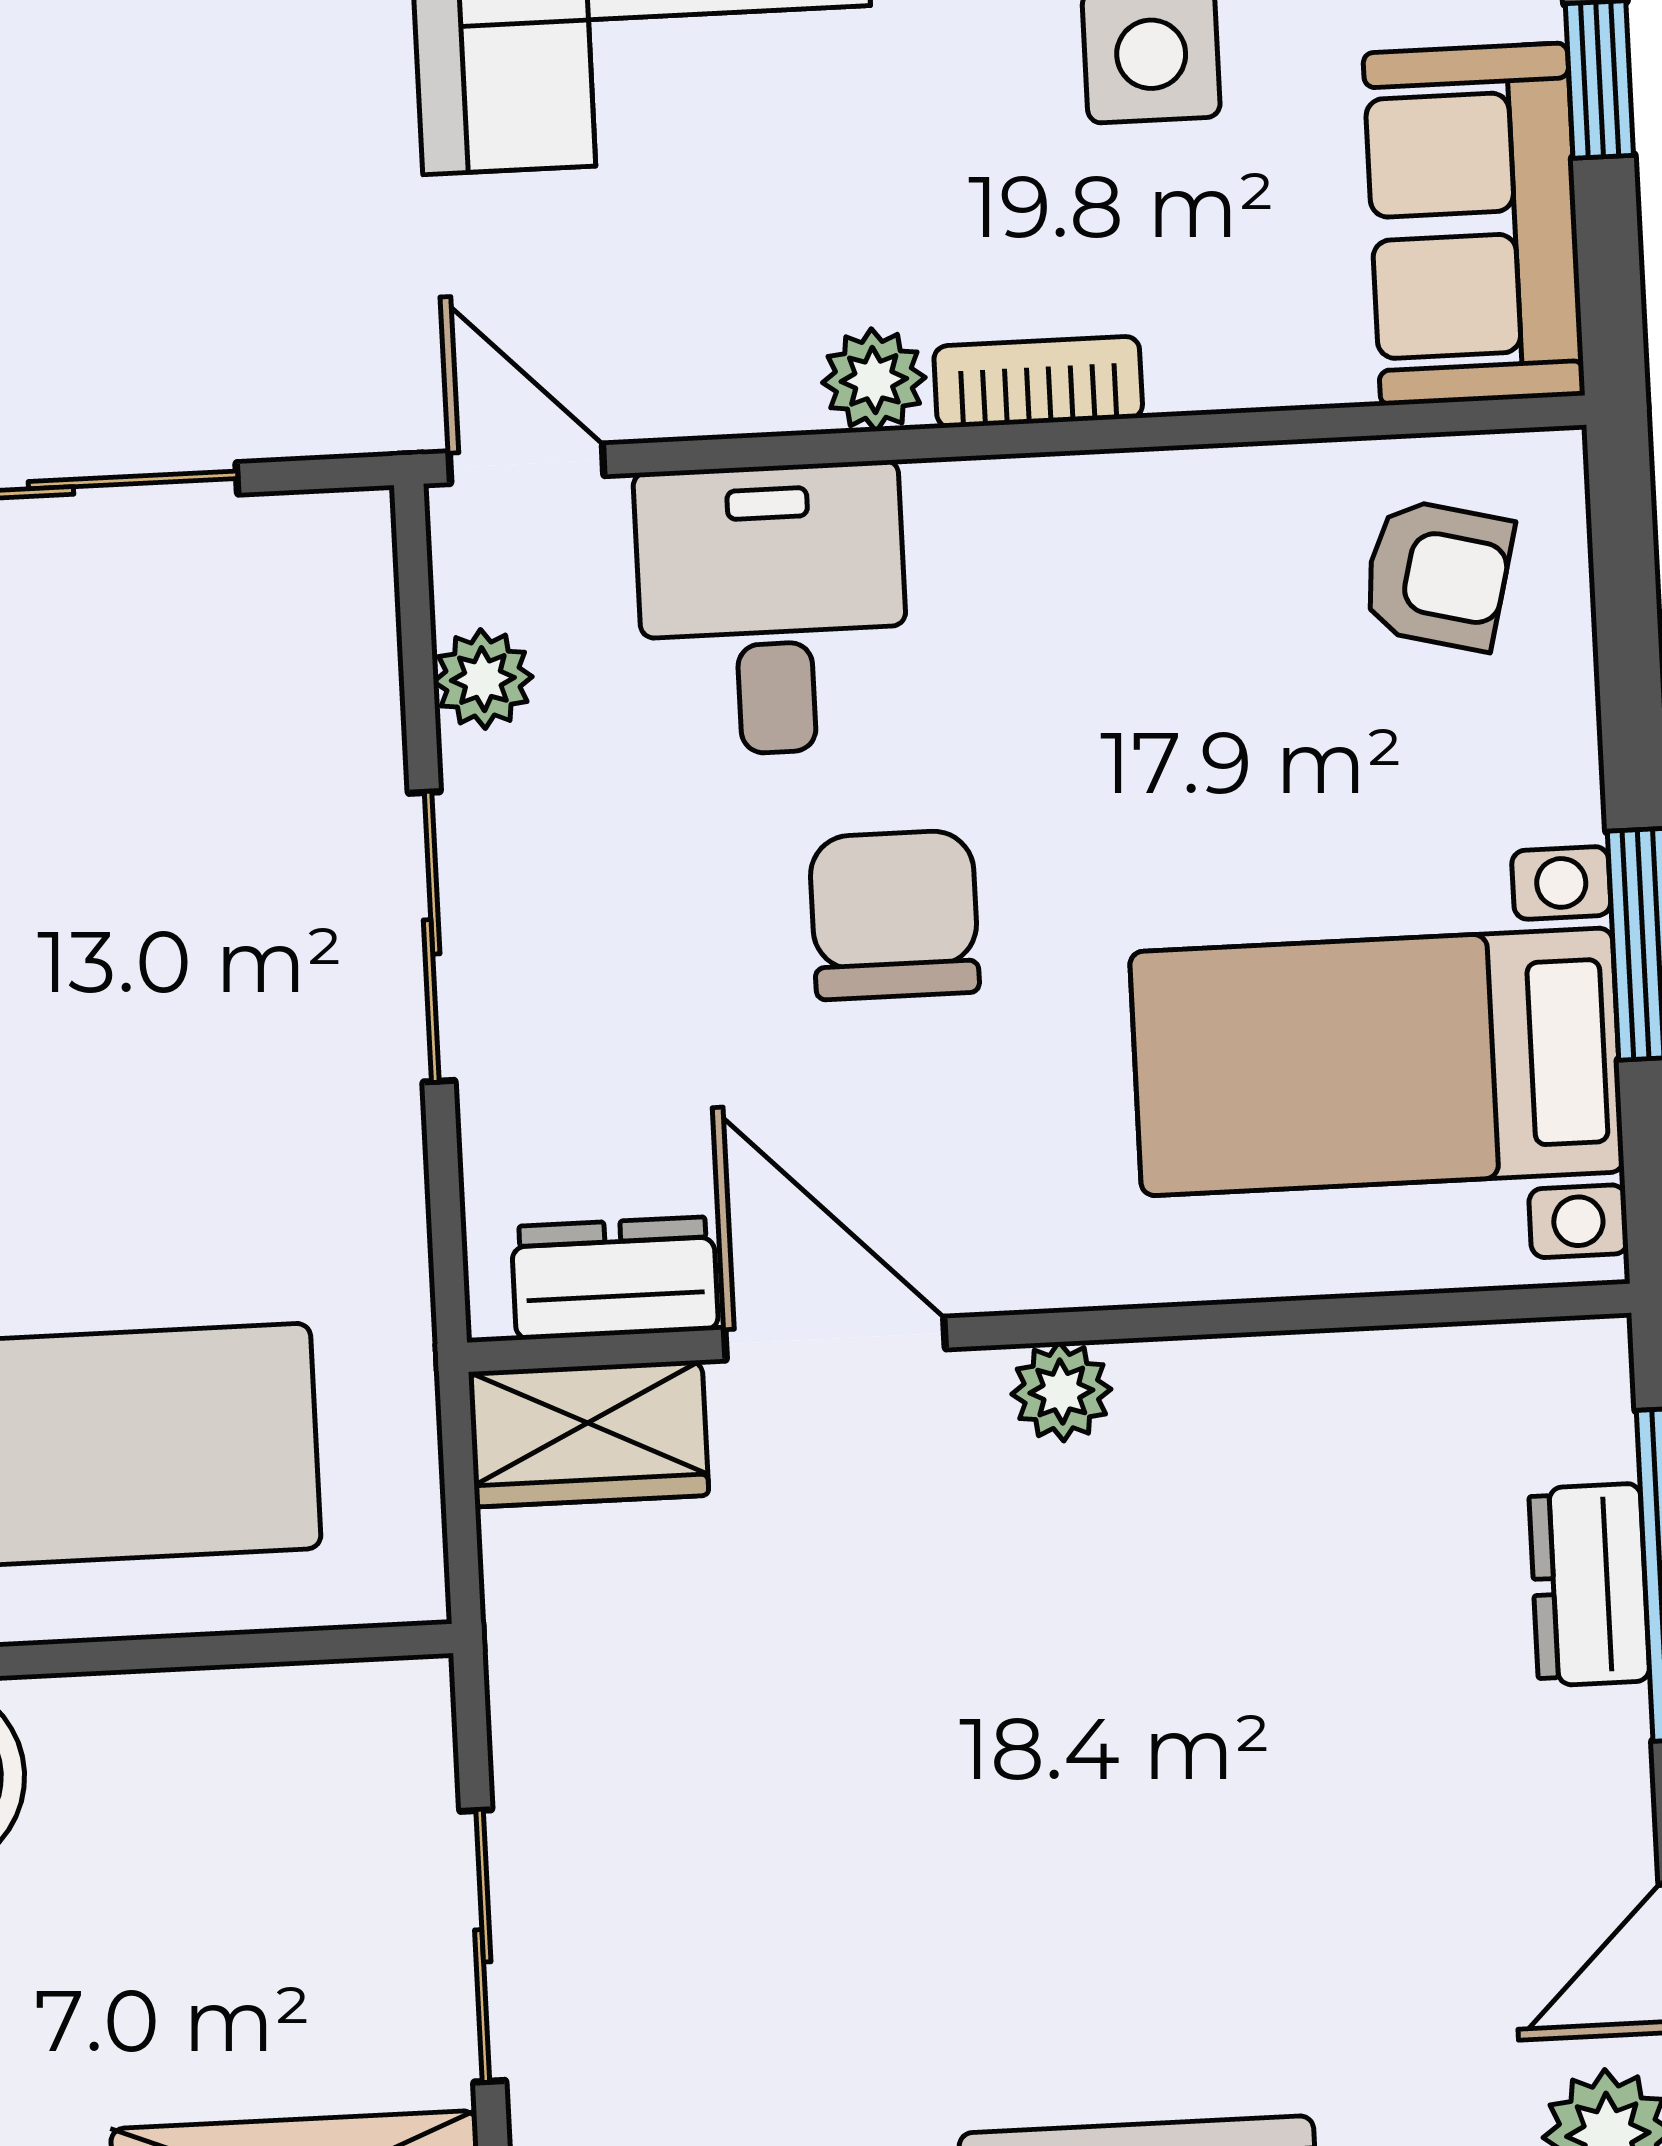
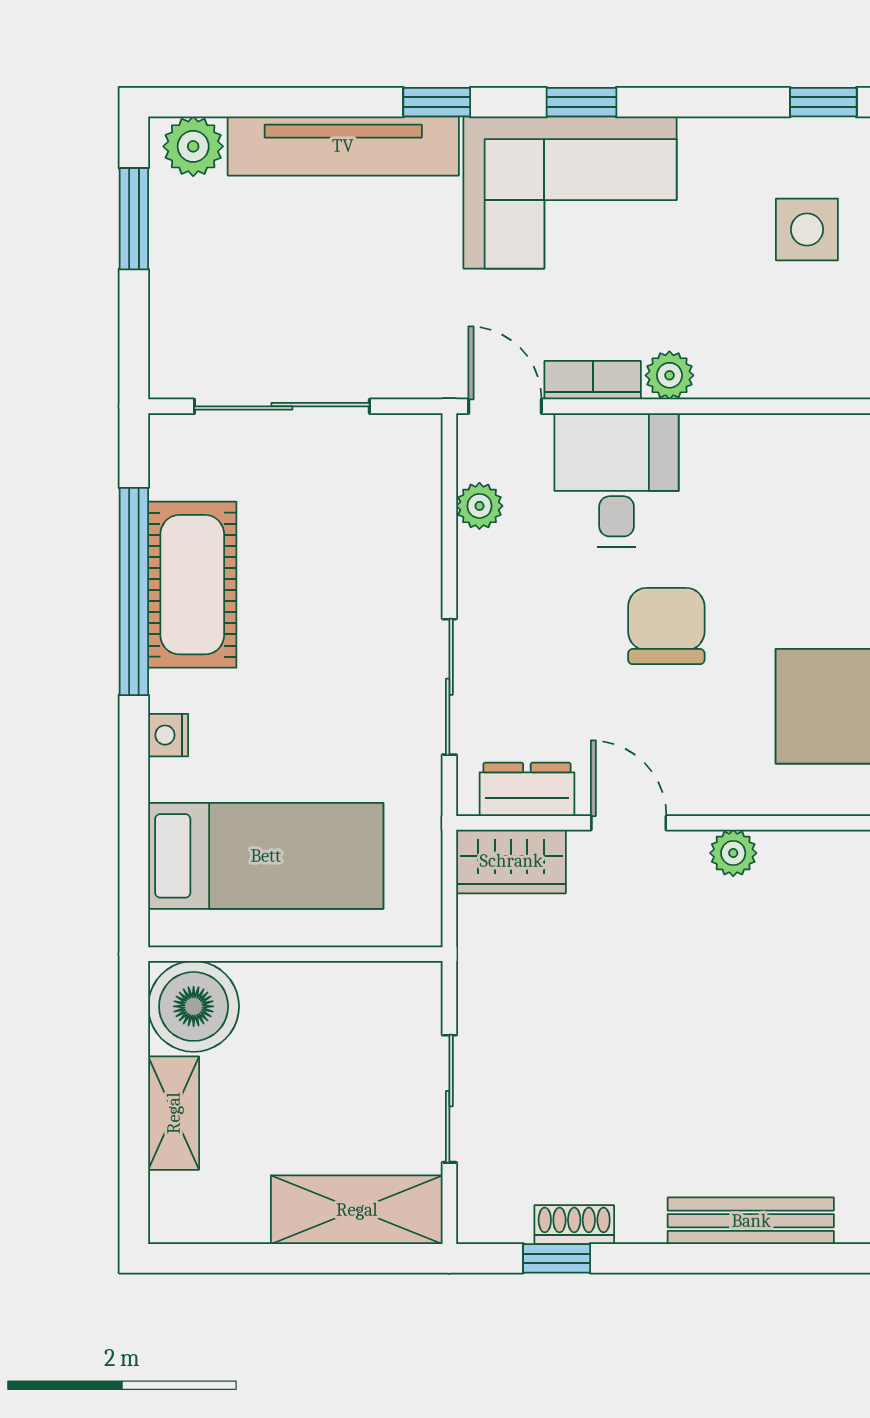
bookcase: (1038, 382) -> (593, 380), moved
sliding door: (432, 937) -> (449, 687), moved
door: (835, 1339) -> (629, 823), width x0.73

